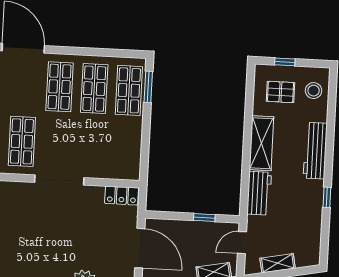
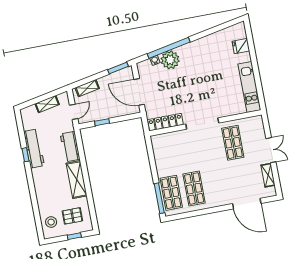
shop shelf: (60, 87) -> (217, 184), removed
window: (148, 87) -> (159, 198), width x1.44
workbench: (315, 151) -> (34, 148), moved
locker: (122, 196) -> (165, 122), width x1.53

